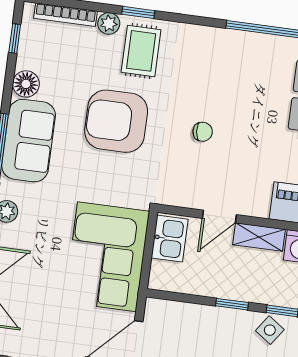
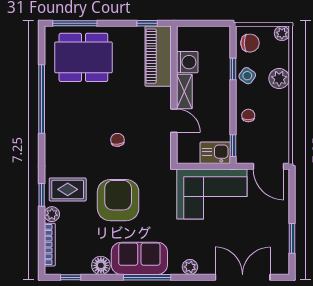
armchair: (116, 121) -> (118, 200), turned 180
kitchen sink: (170, 239) -> (215, 153), moved
window: (232, 304) -> (233, 146), moved
chair: (213, 324) -> (248, 115), added

